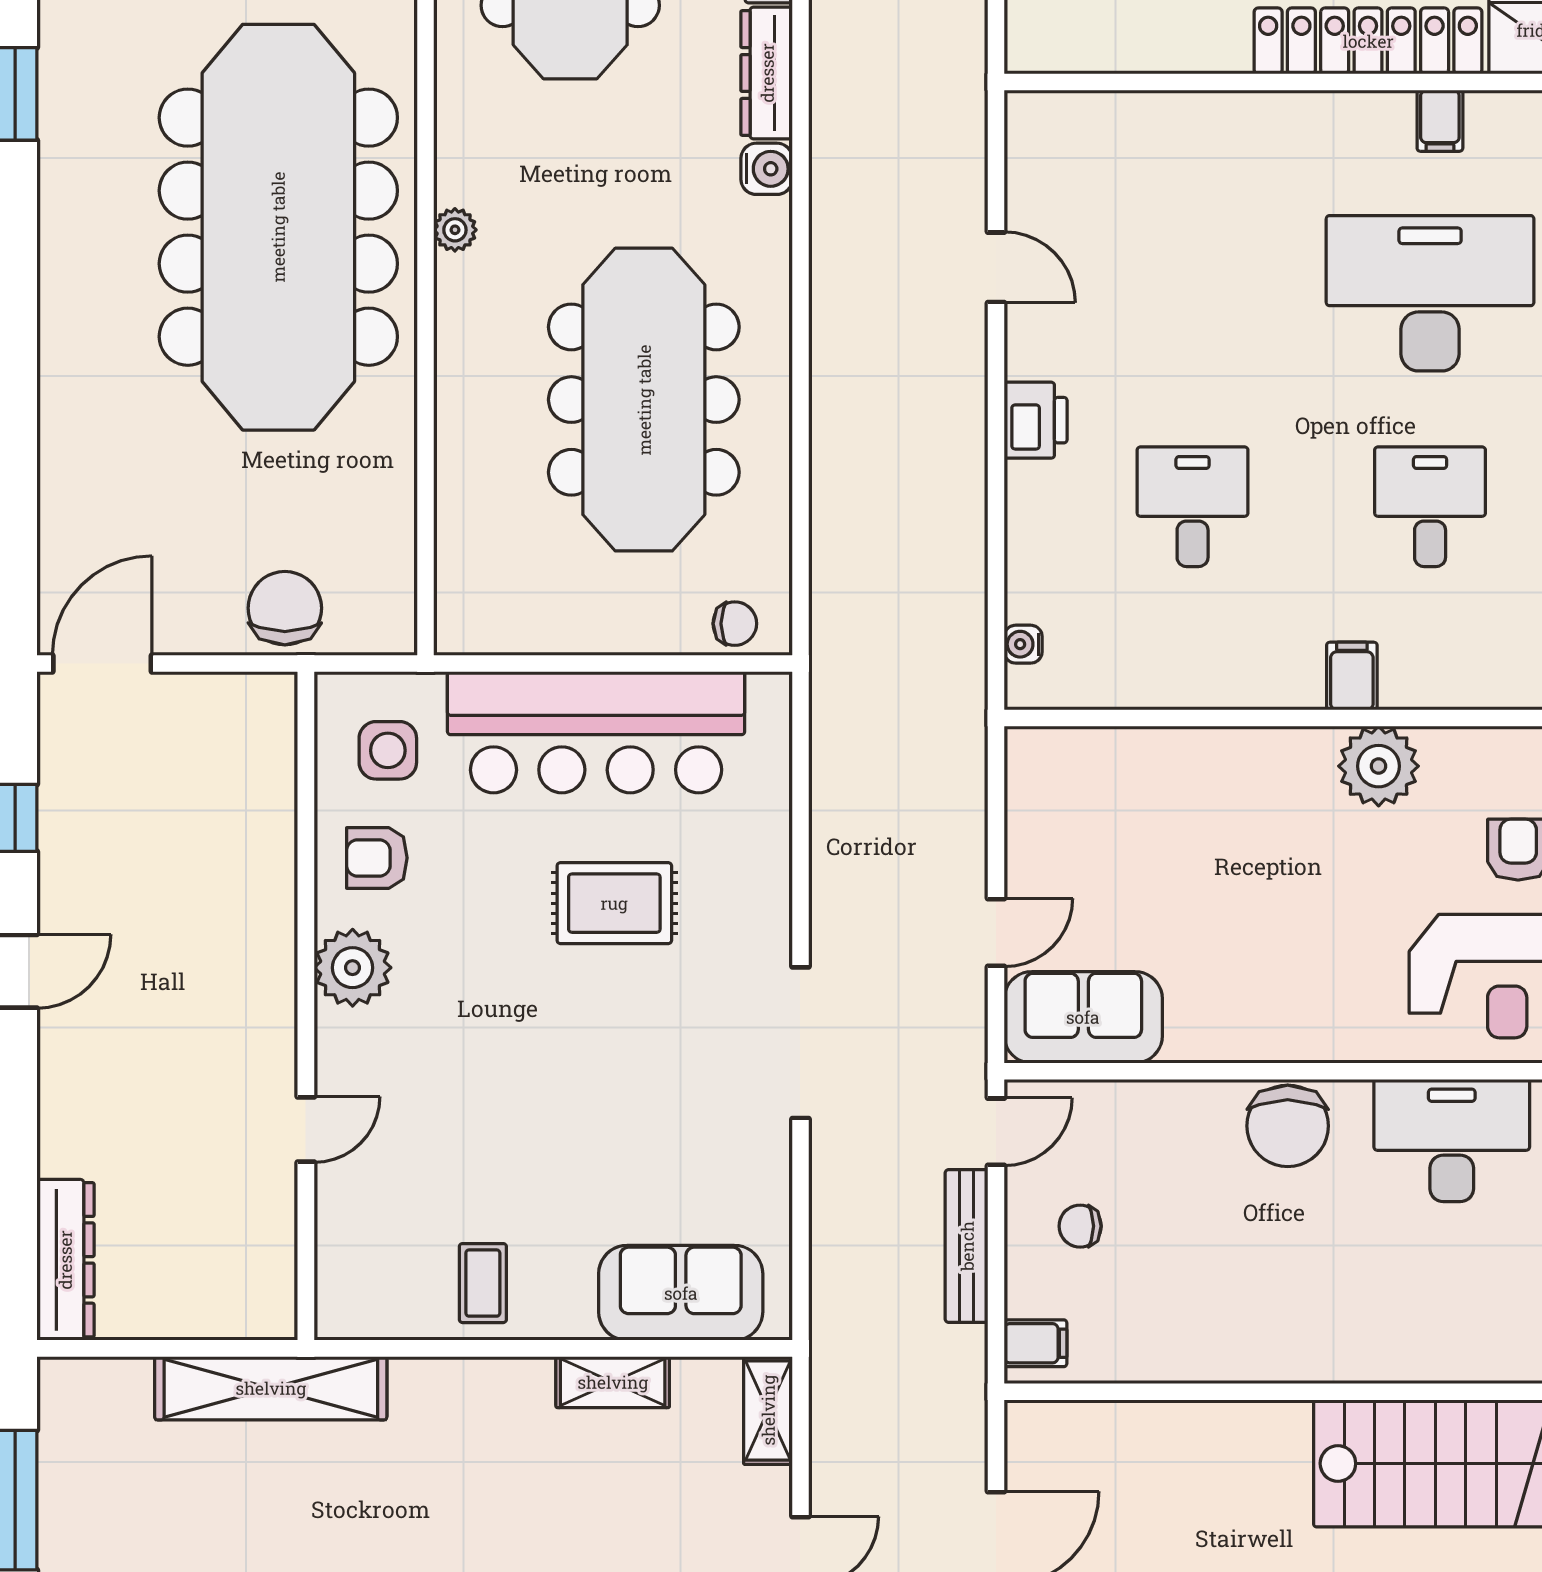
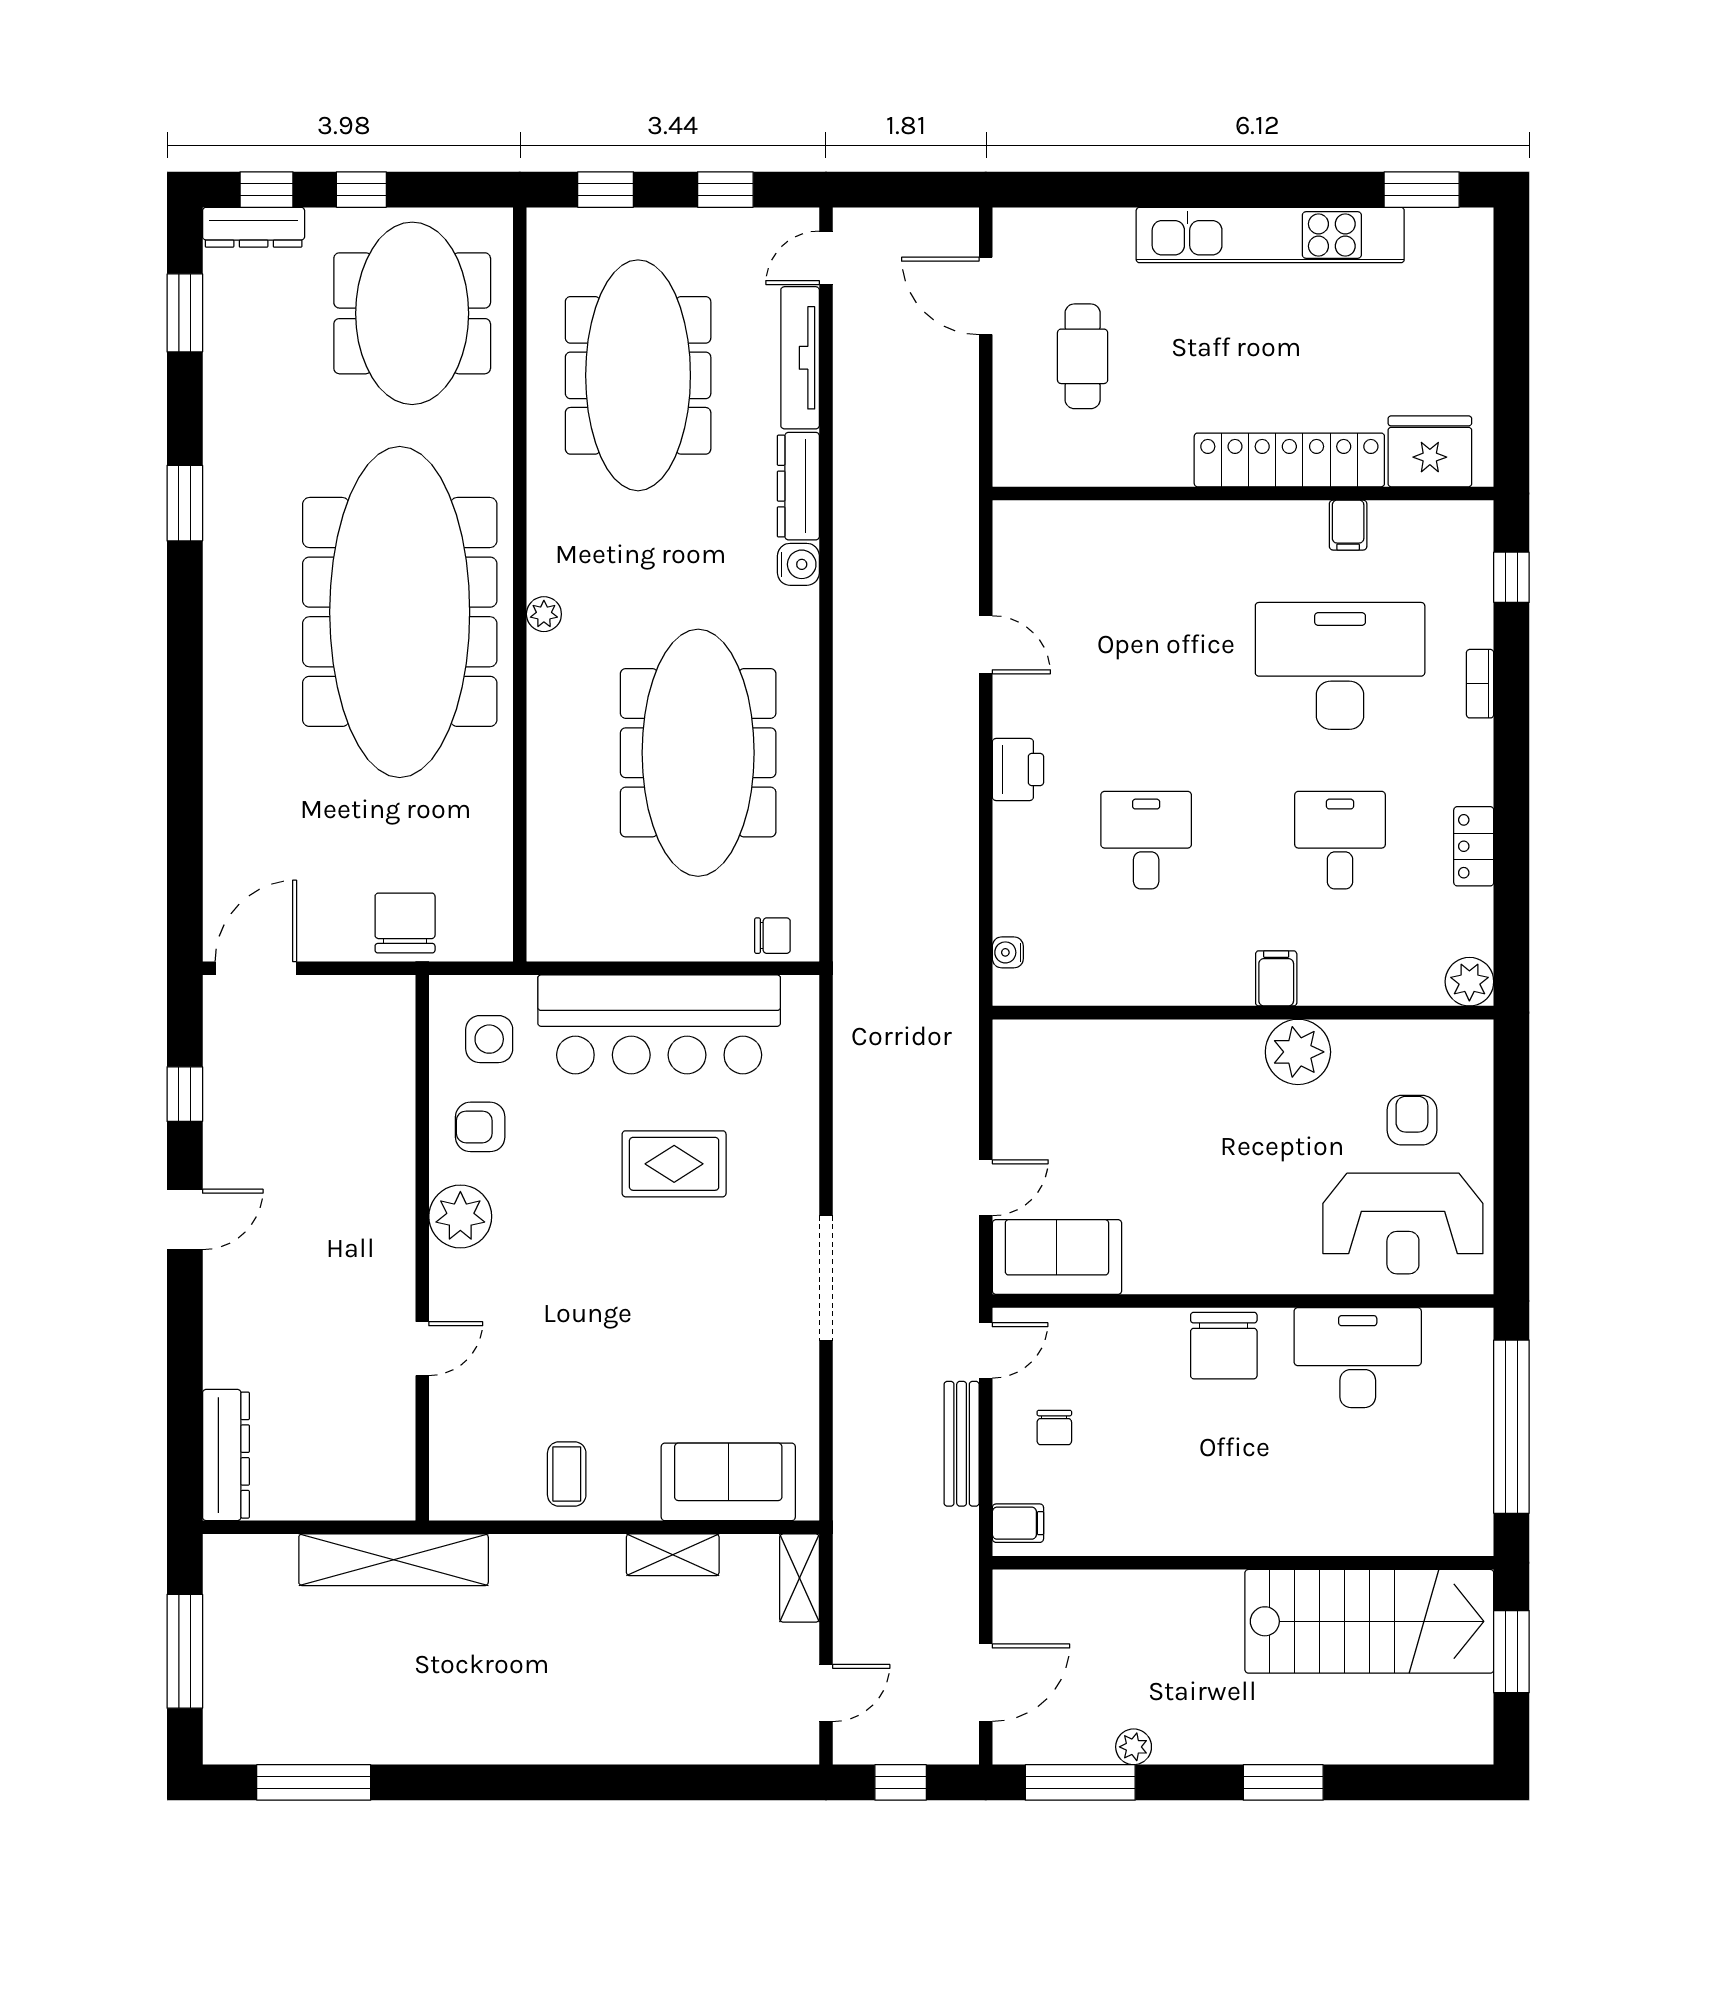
chair: (1080, 1226) -> (1054, 1427), turned -90

